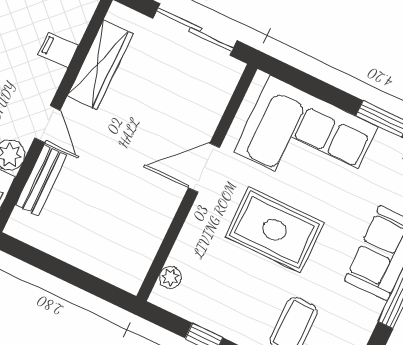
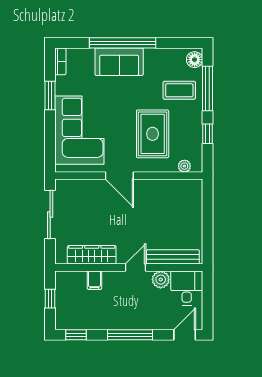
bench: (41, 180) -> (173, 257), width x1.36
rug: (274, 230) -> (153, 134), moved

